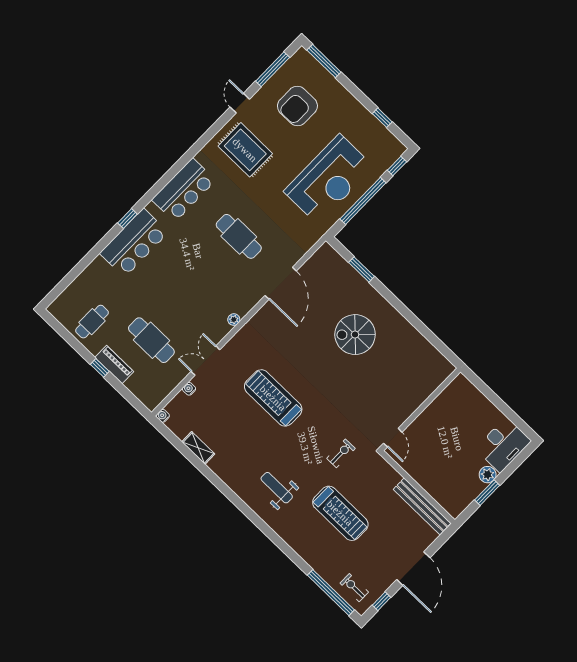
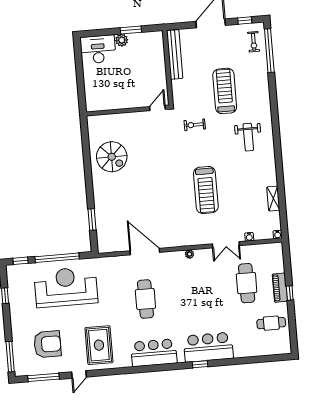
door: (281, 283) -> (145, 252), hinge flipped
spiral stairs: (355, 335) -> (112, 157), moved

